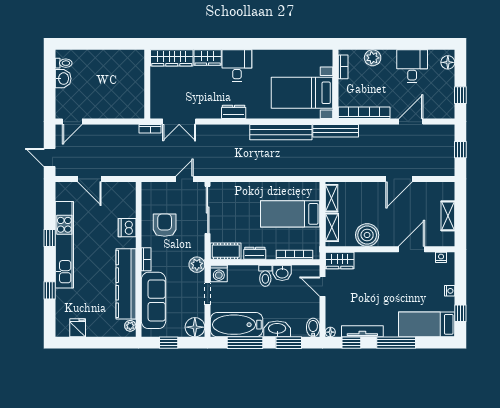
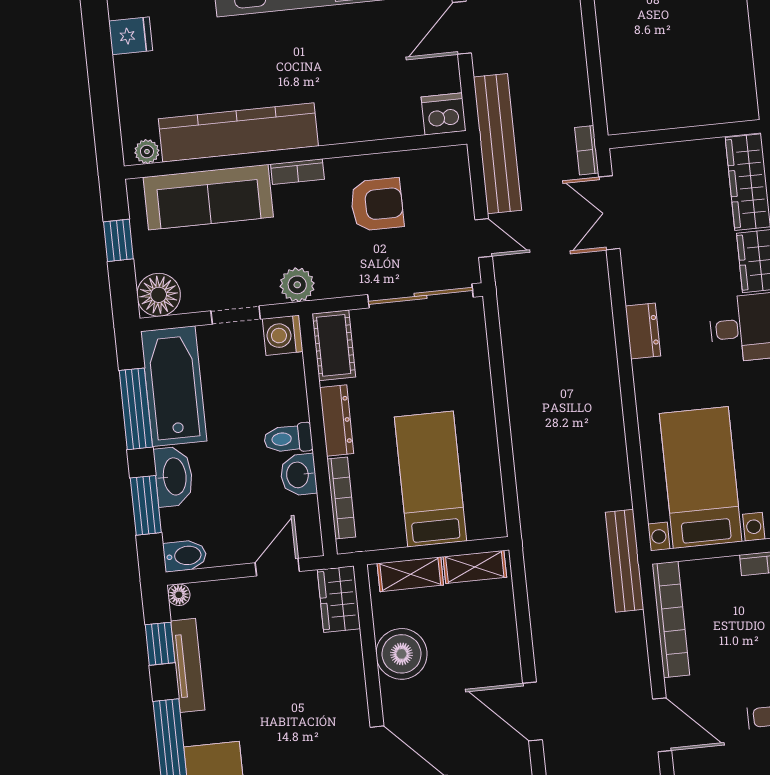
bench: (281, 132) -> (497, 144), moved
dishwasher: (127, 228) -> (444, 114), moved
dresser: (255, 253) -> (337, 421), width x1.44

